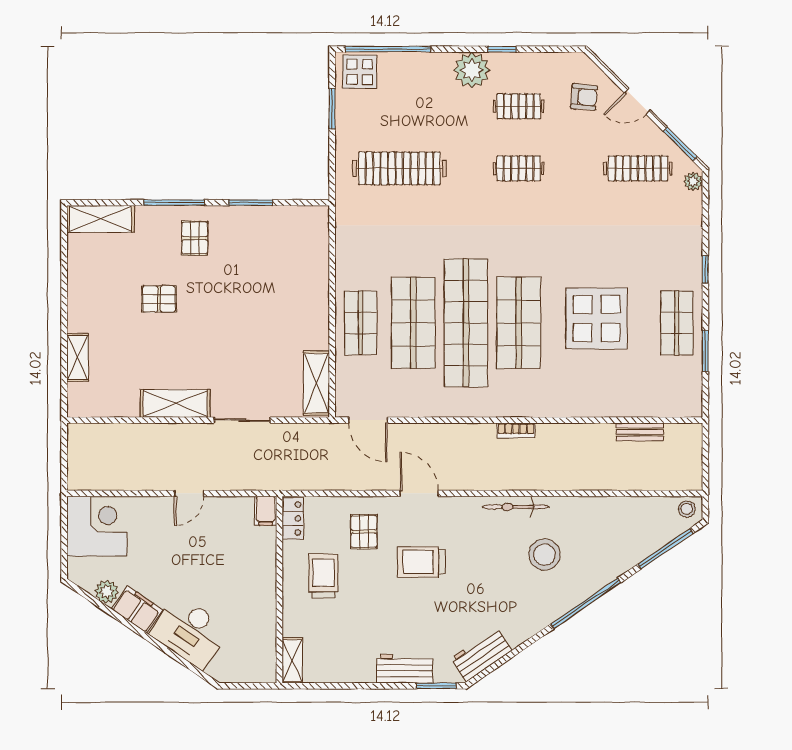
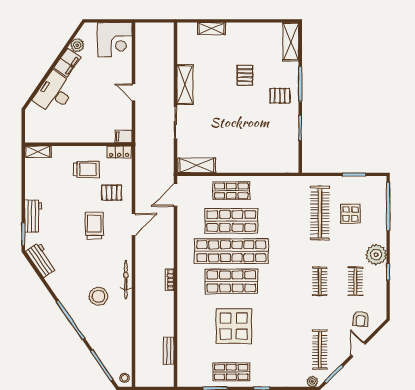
display table: (360, 72) -> (351, 214), moved

